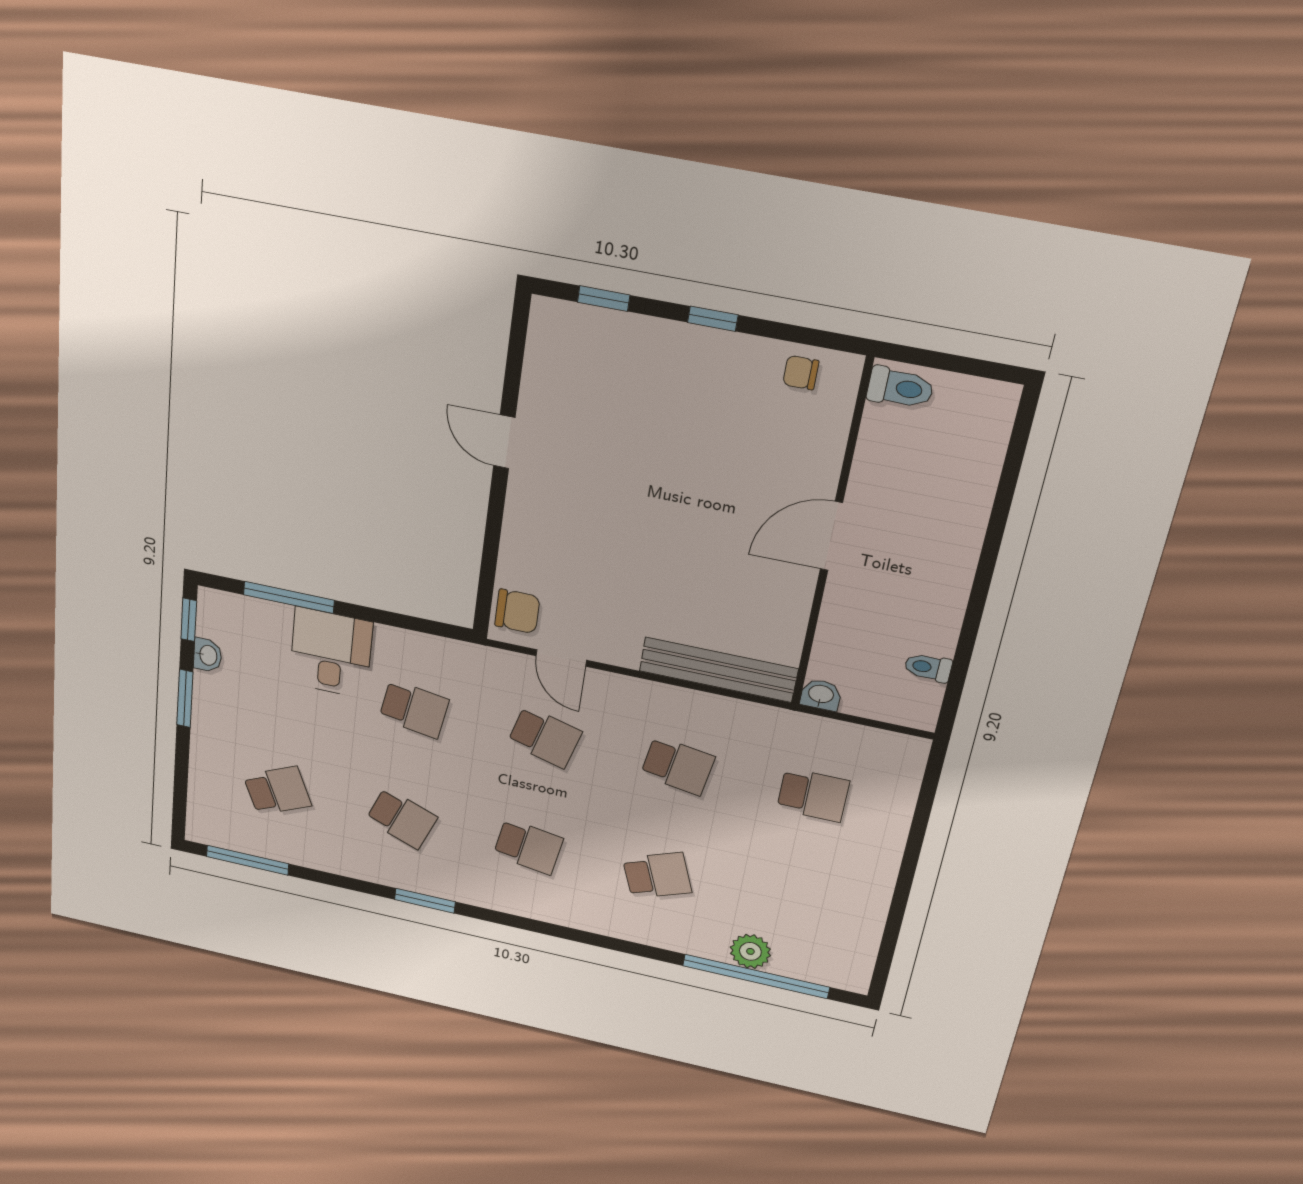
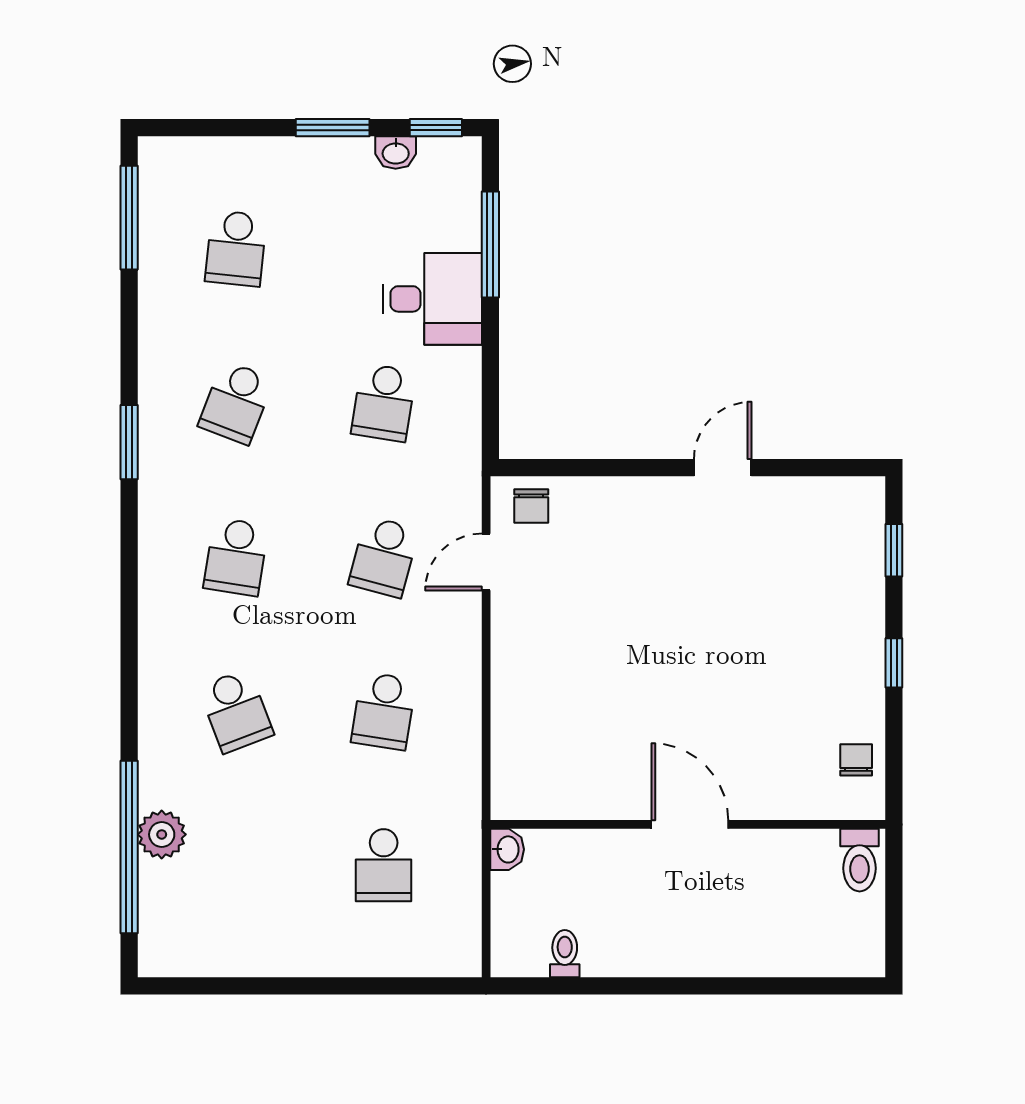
chair: (517, 611) -> (531, 506), width x0.73, depth x0.73
bench: (718, 670) -> (511, 735), removed
school desk: (277, 791) -> (236, 248), turned 30

